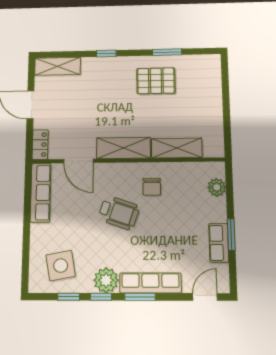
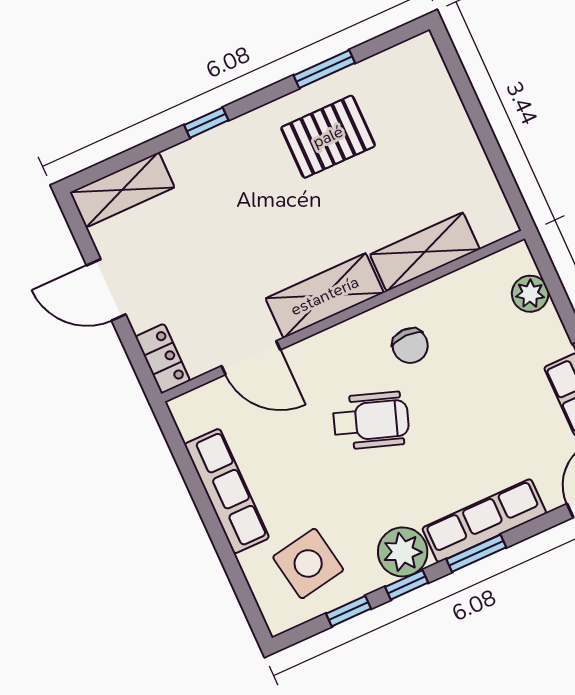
row of seats: (41, 193) -> (227, 491), moved

